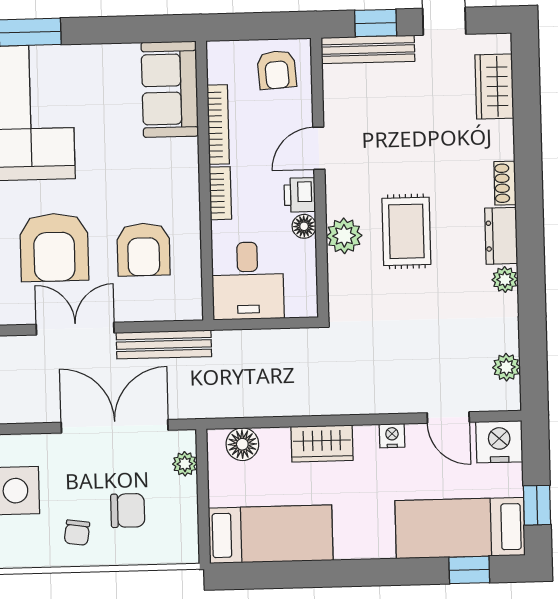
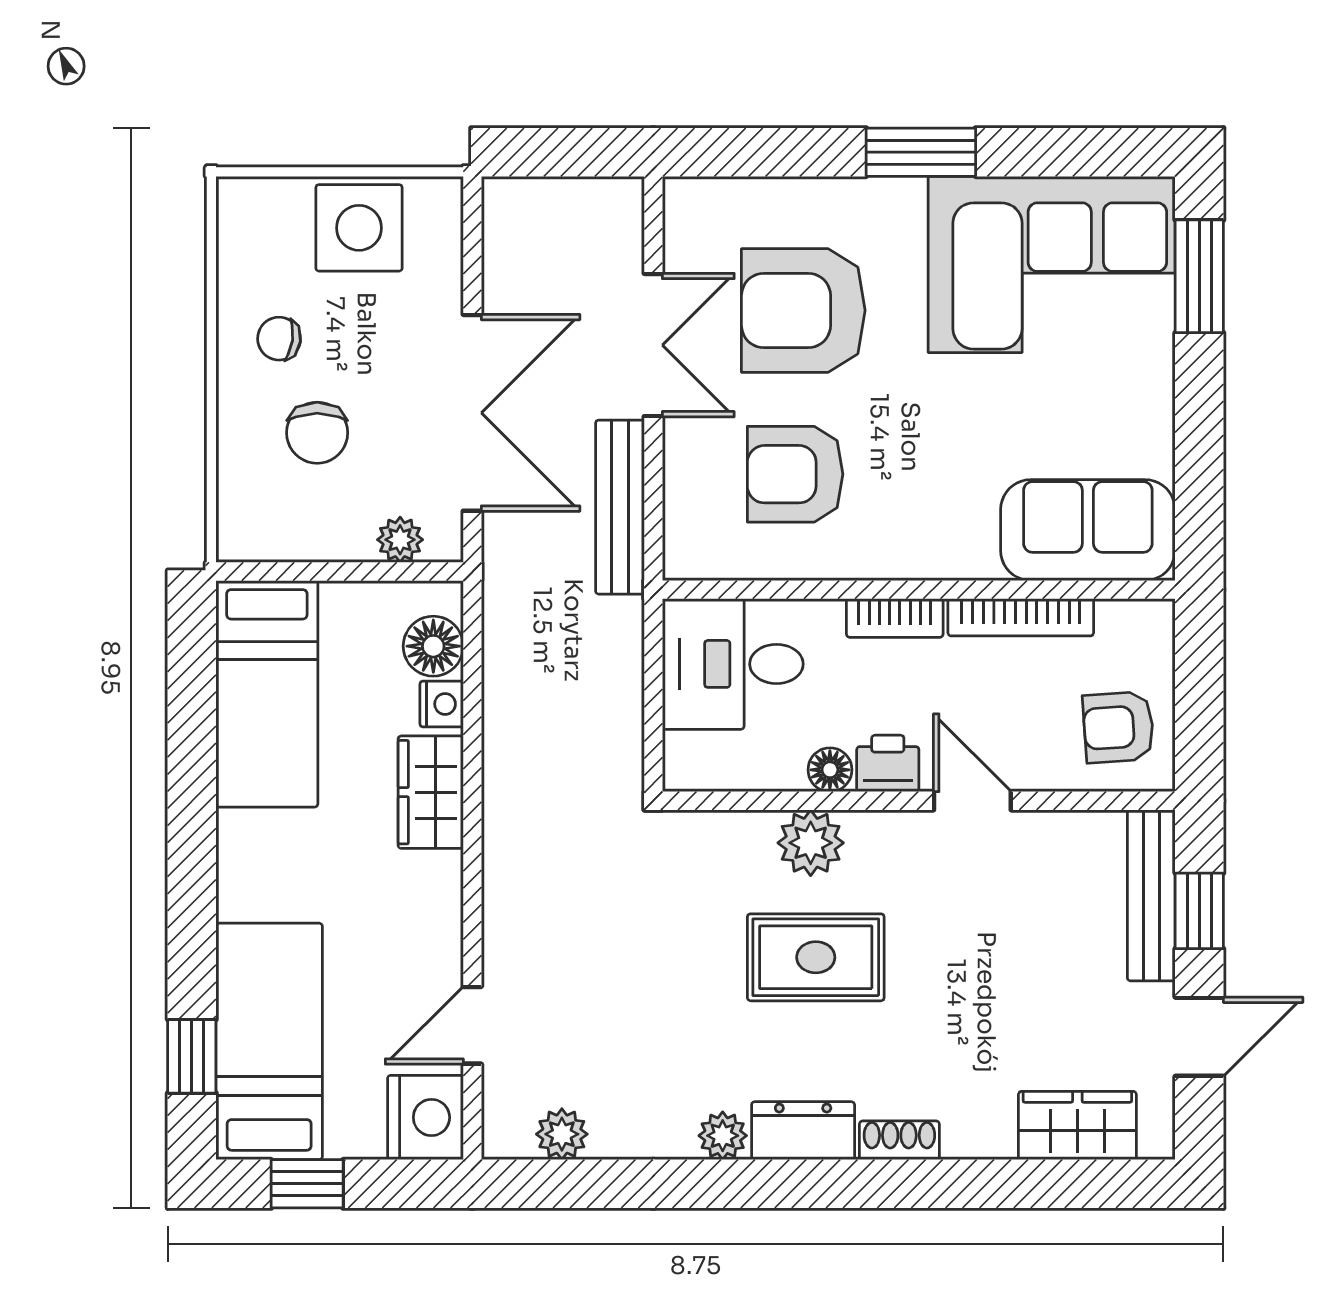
nightstand: (392, 436) -> (442, 704), moved

